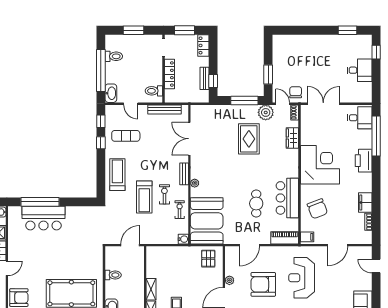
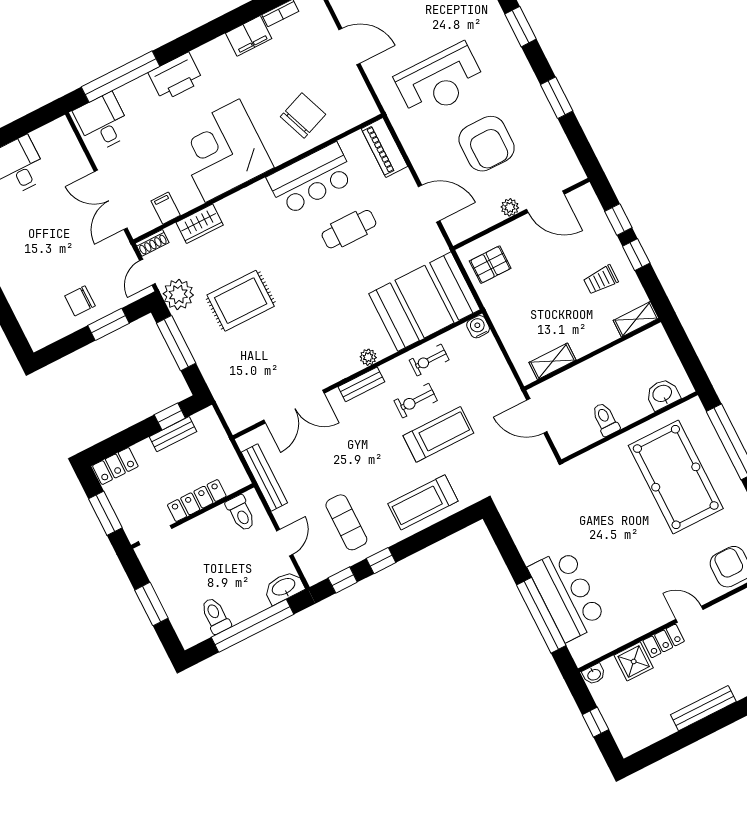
chair: (296, 92) -> (80, 301), moved
filing cabinet: (307, 237) -> (166, 208), moved
shelving: (151, 289) -> (552, 361), moved

